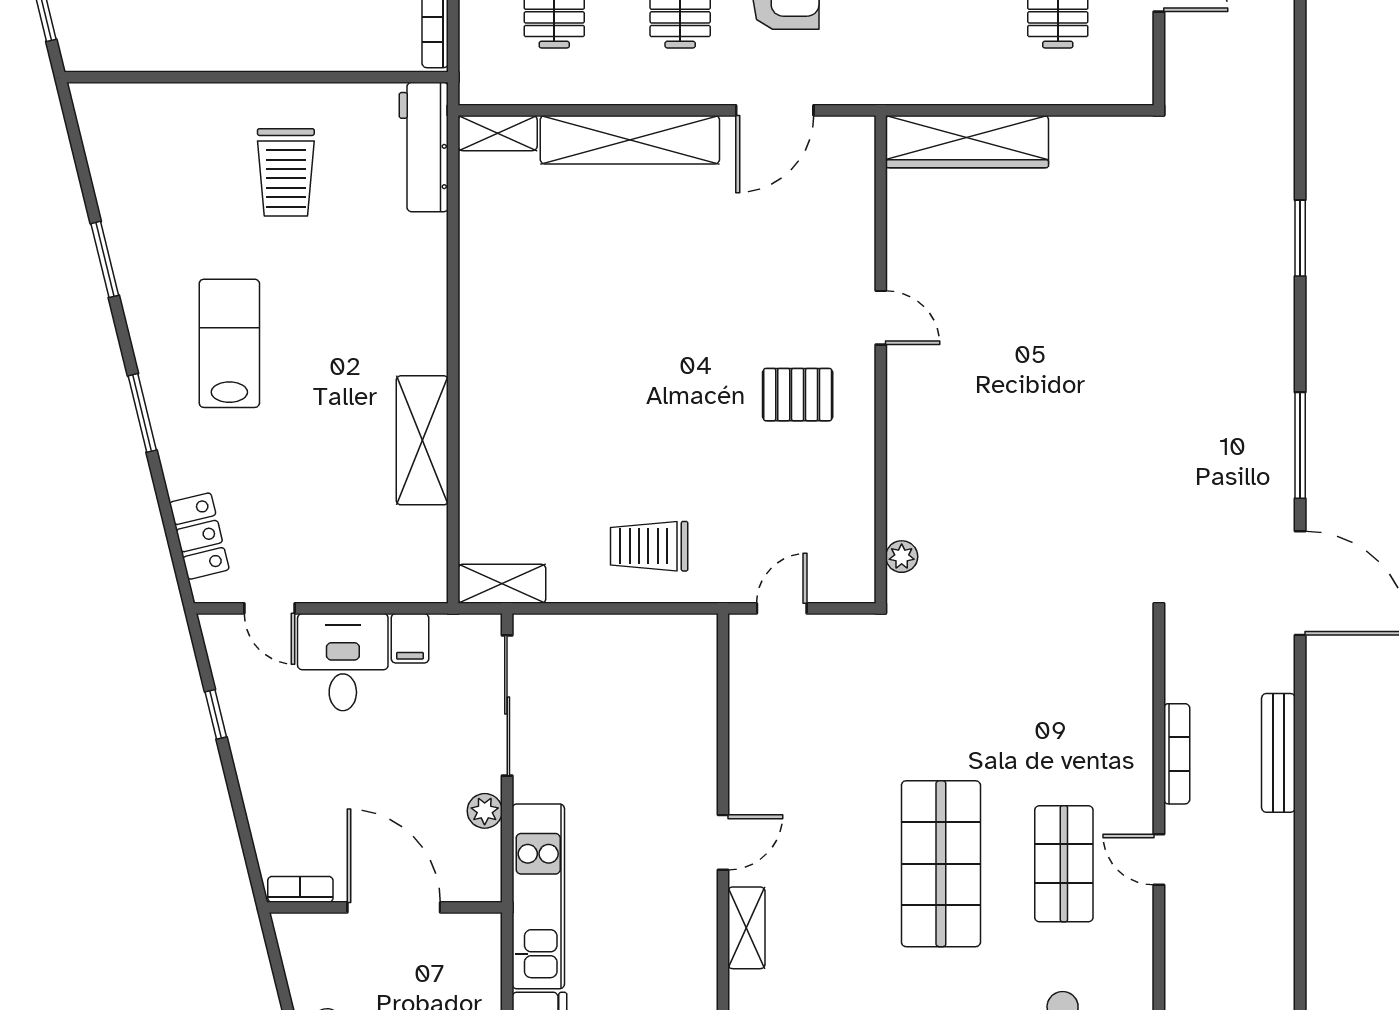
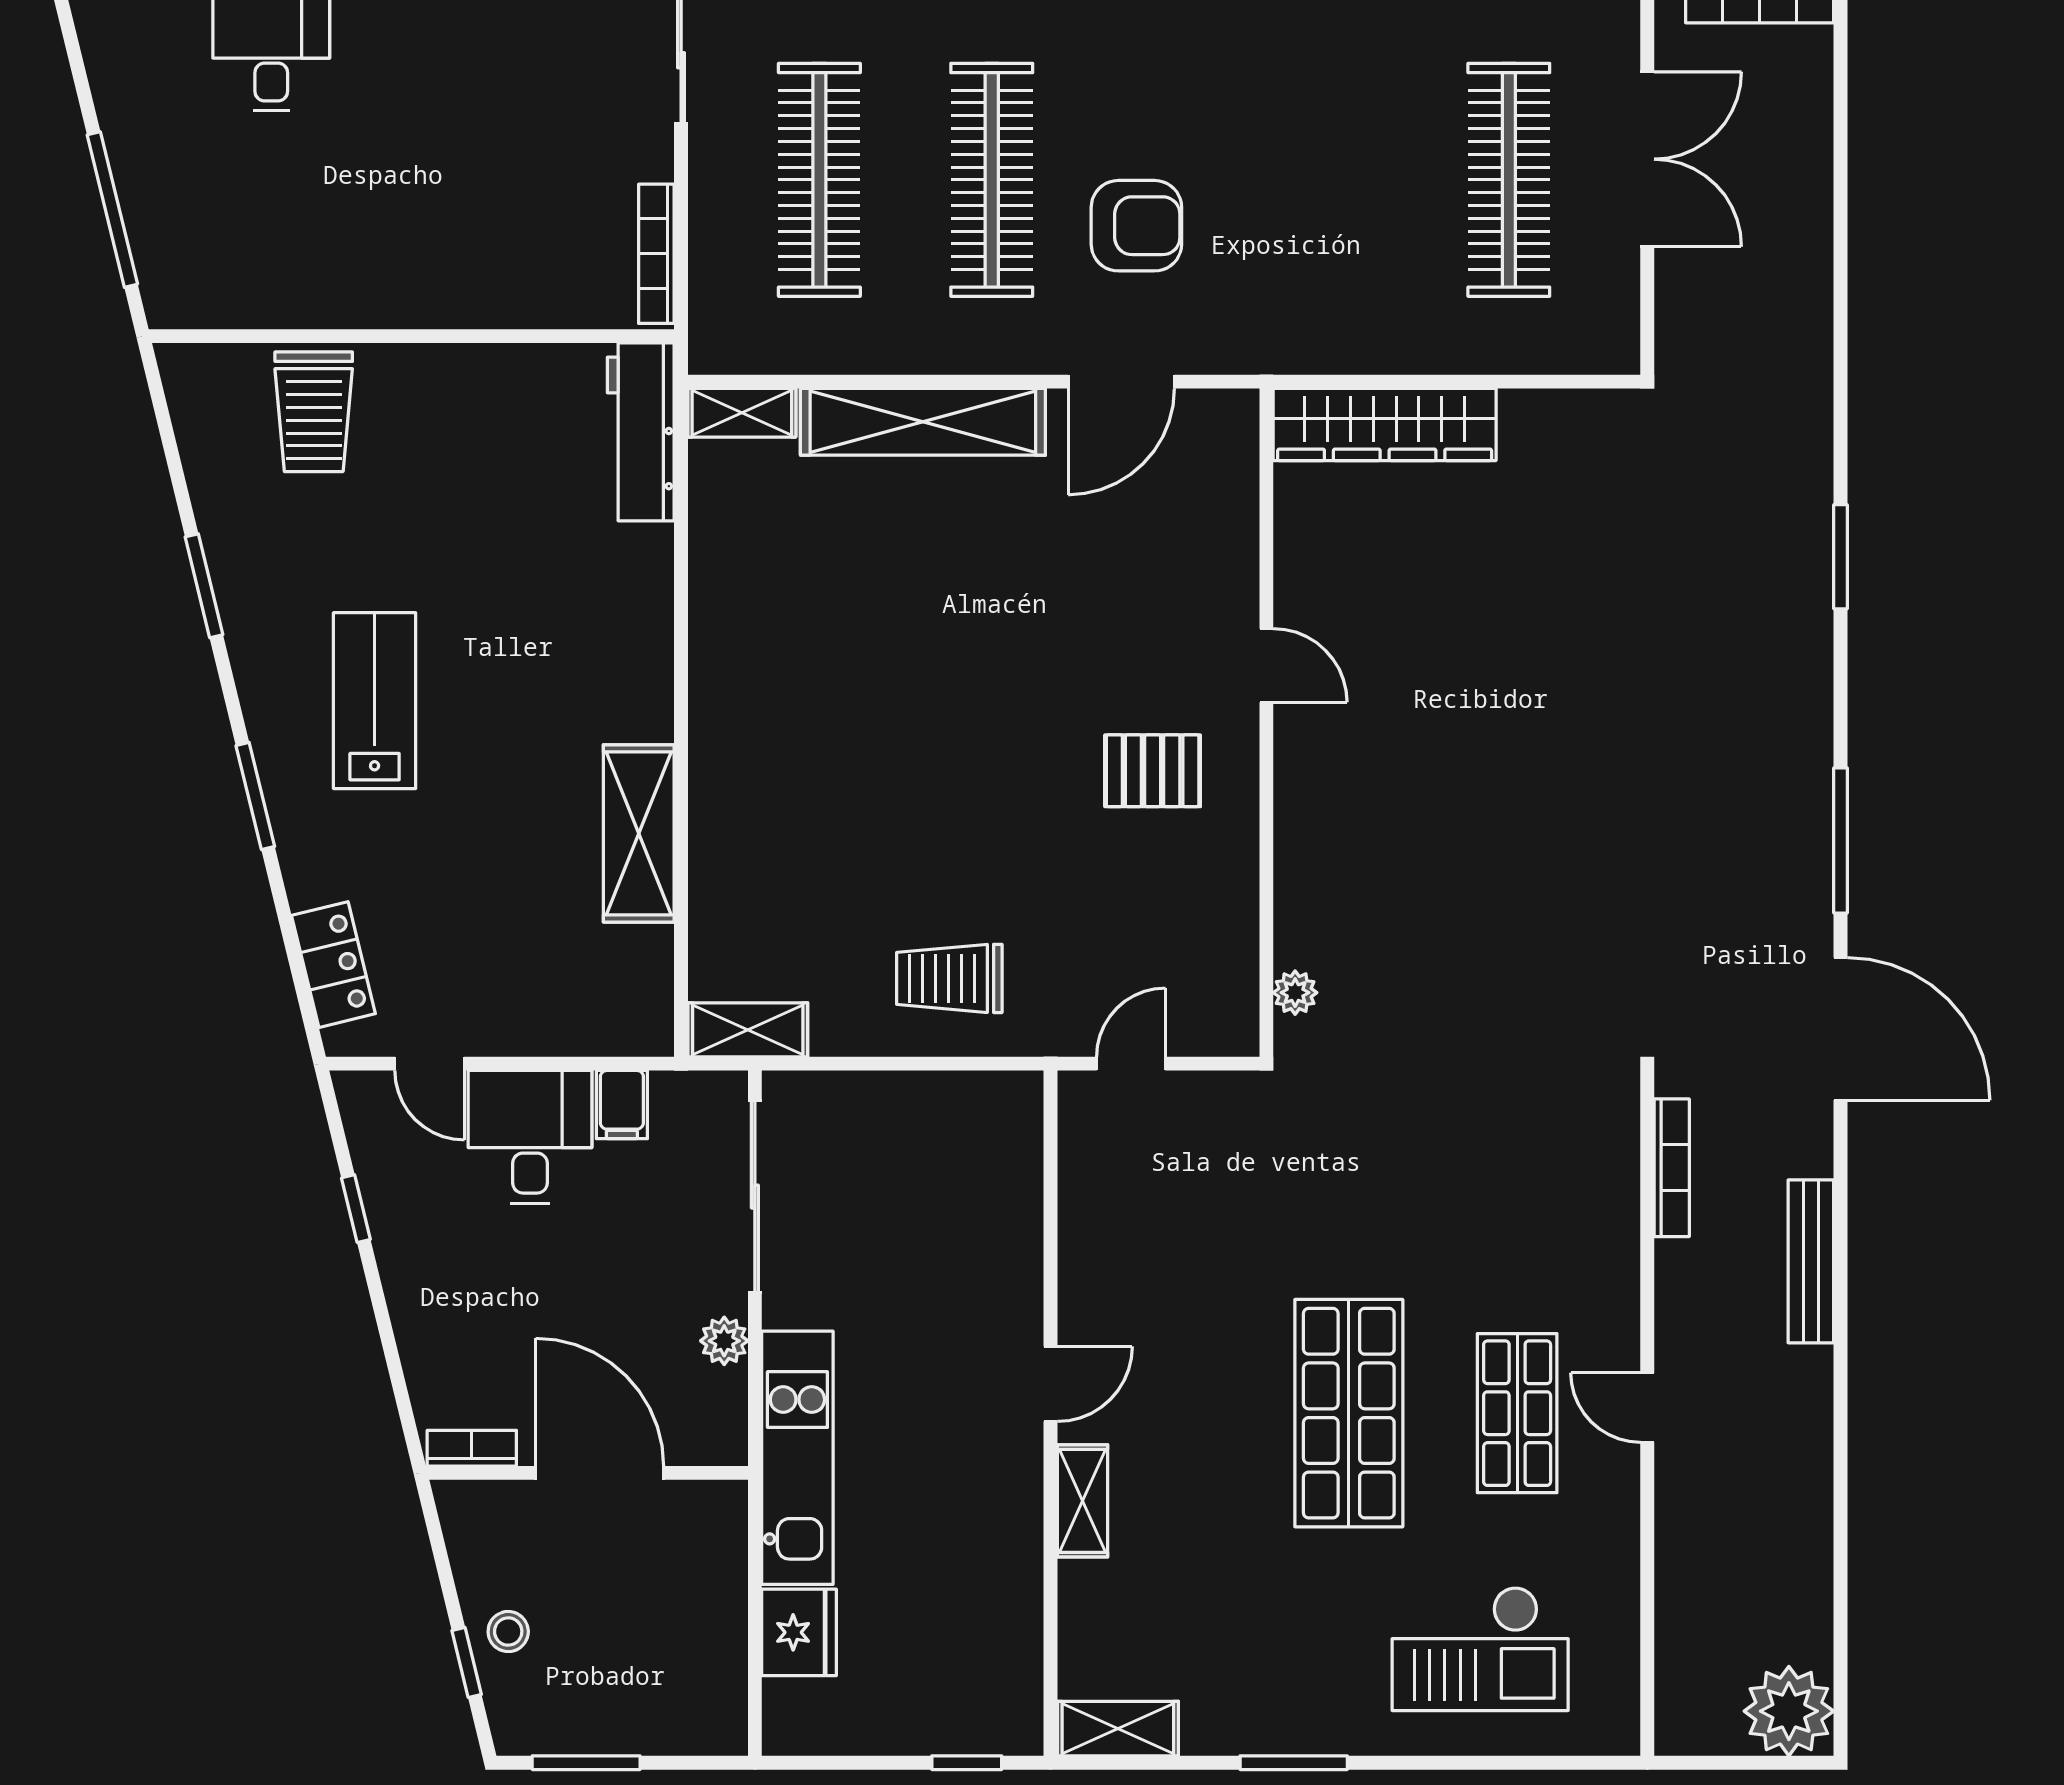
trolley: (286, 172) -> (314, 412), moved
bookcase: (1177, 754) -> (1672, 1168), moved

